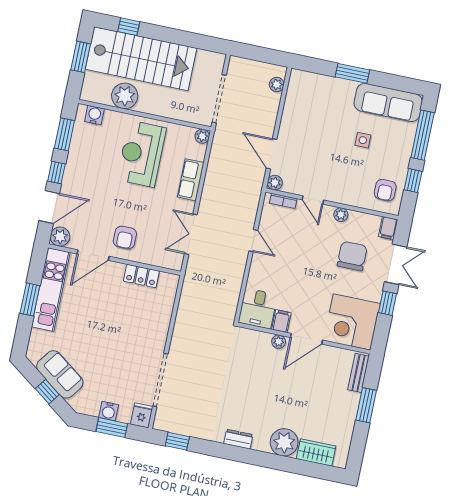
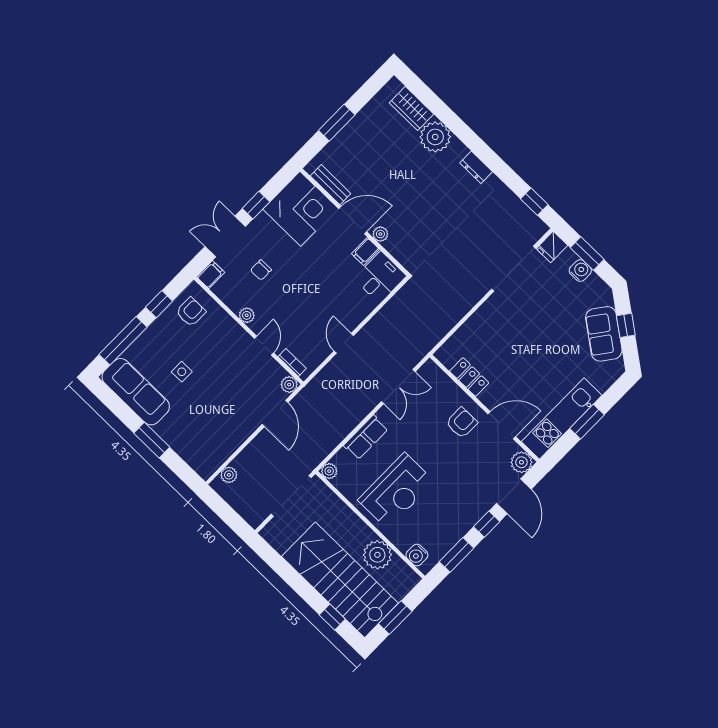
door: (49, 207) -> (514, 496), swing flipped
chair: (352, 256) -> (261, 270), width x0.54, depth x0.54
bench: (358, 373) -> (331, 185), moved, turned 90

